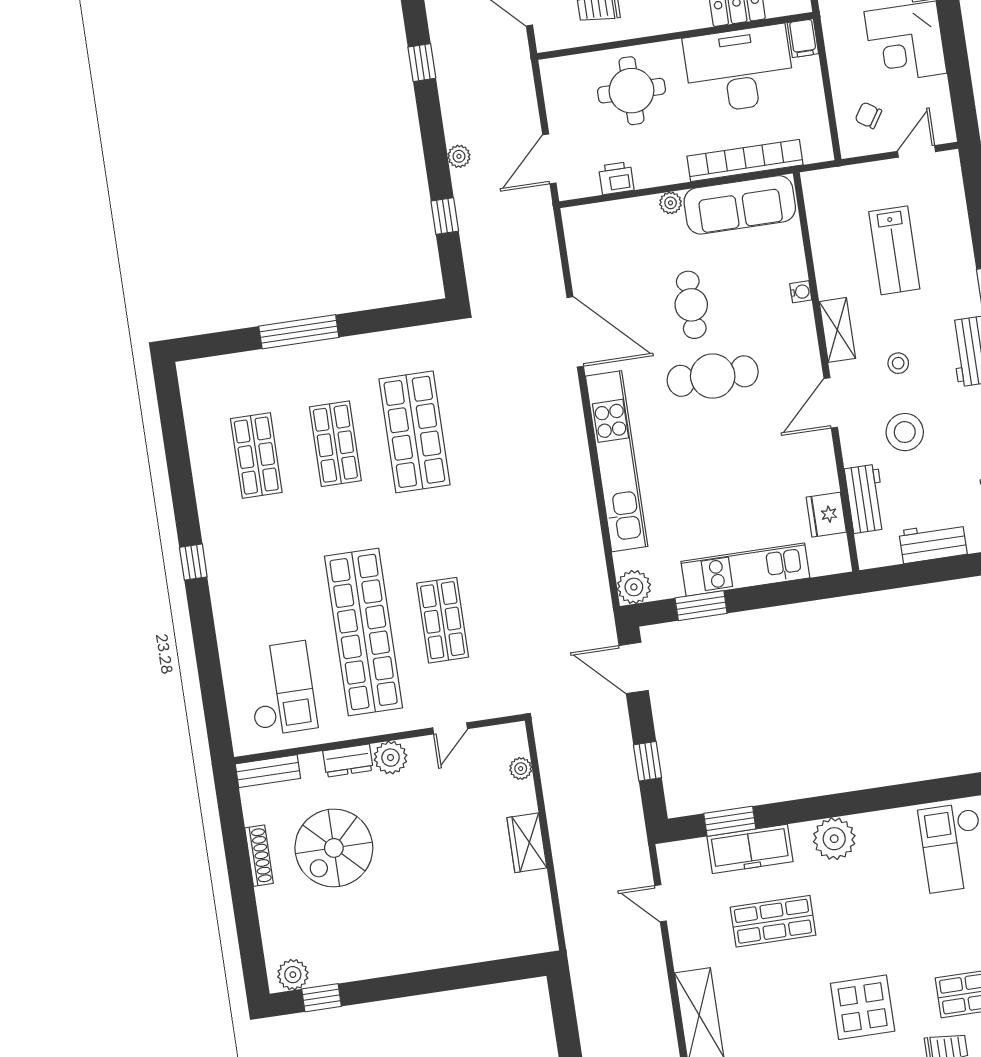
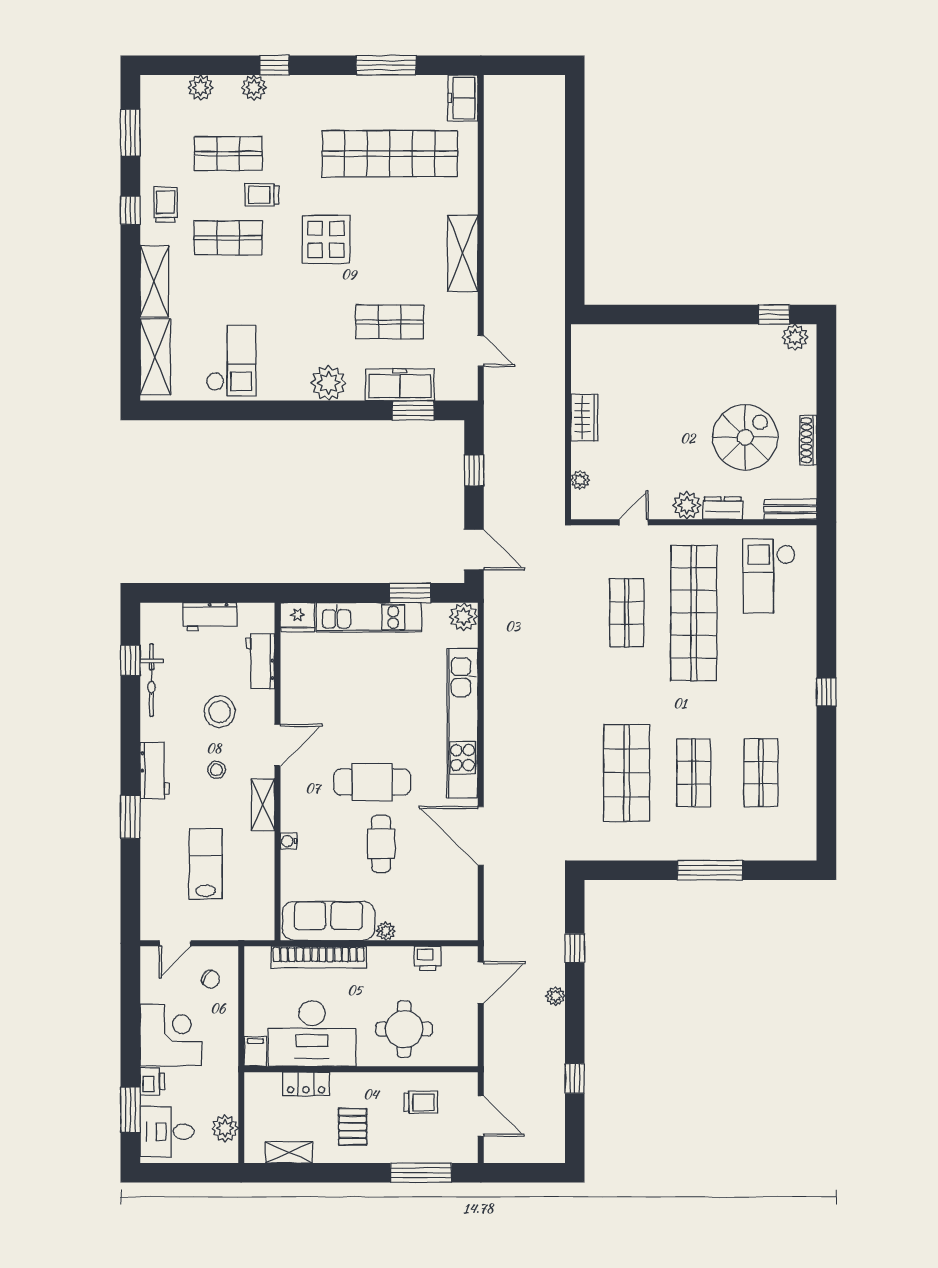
fridge: (826, 515) -> (298, 617), moved, turned 90

